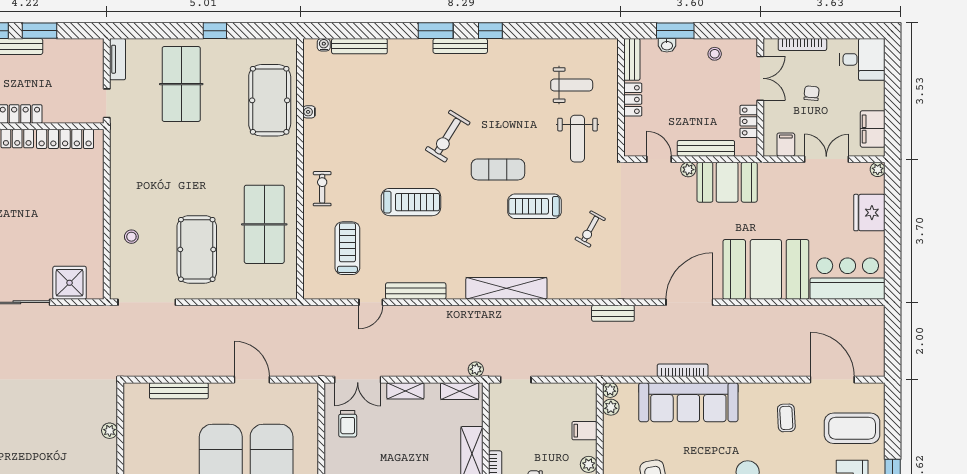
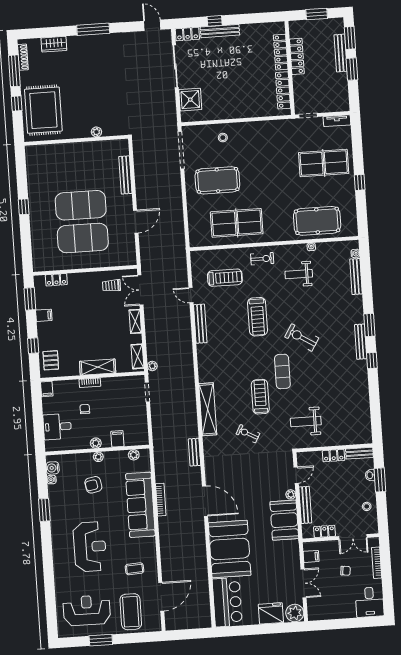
weight bench: (572, 85) -> (299, 274), moved, turned 90
filing cabinet: (873, 129) -> (325, 612), removed
plant: (878, 169) -> (295, 613), width x1.88, depth x1.88
shelving: (506, 288) -> (208, 409), moved
plant: (610, 390) -> (98, 457), moved

